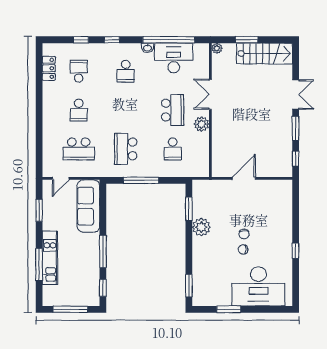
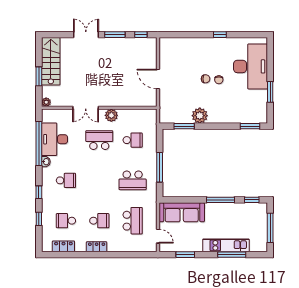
locker: (48, 107) -> (97, 247), added

